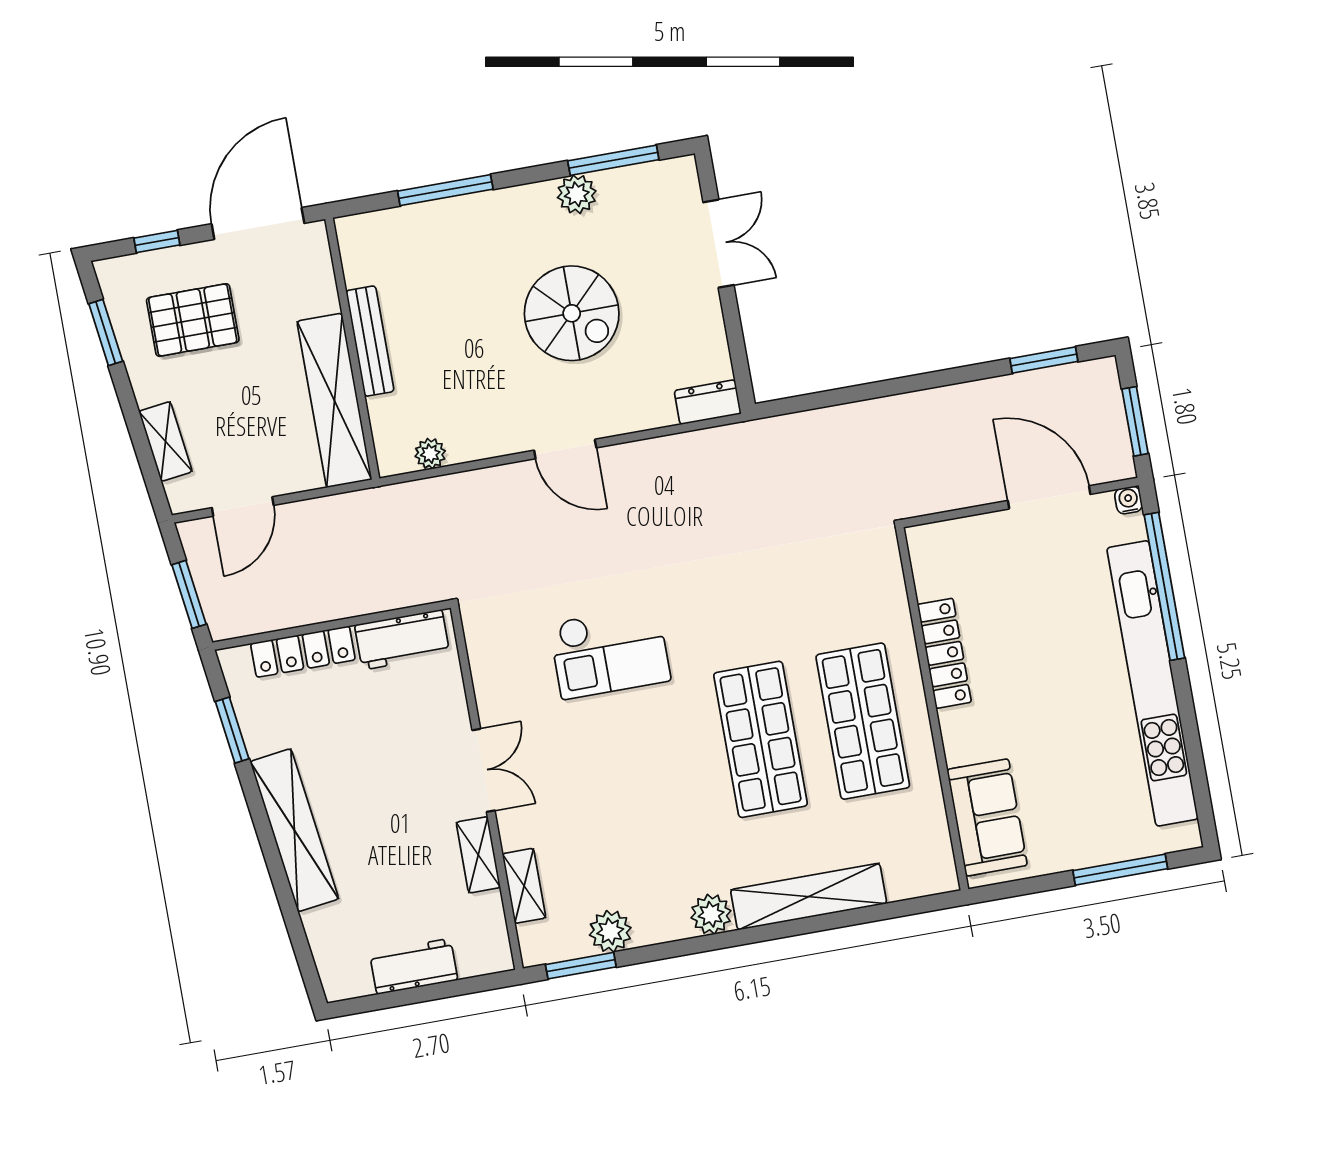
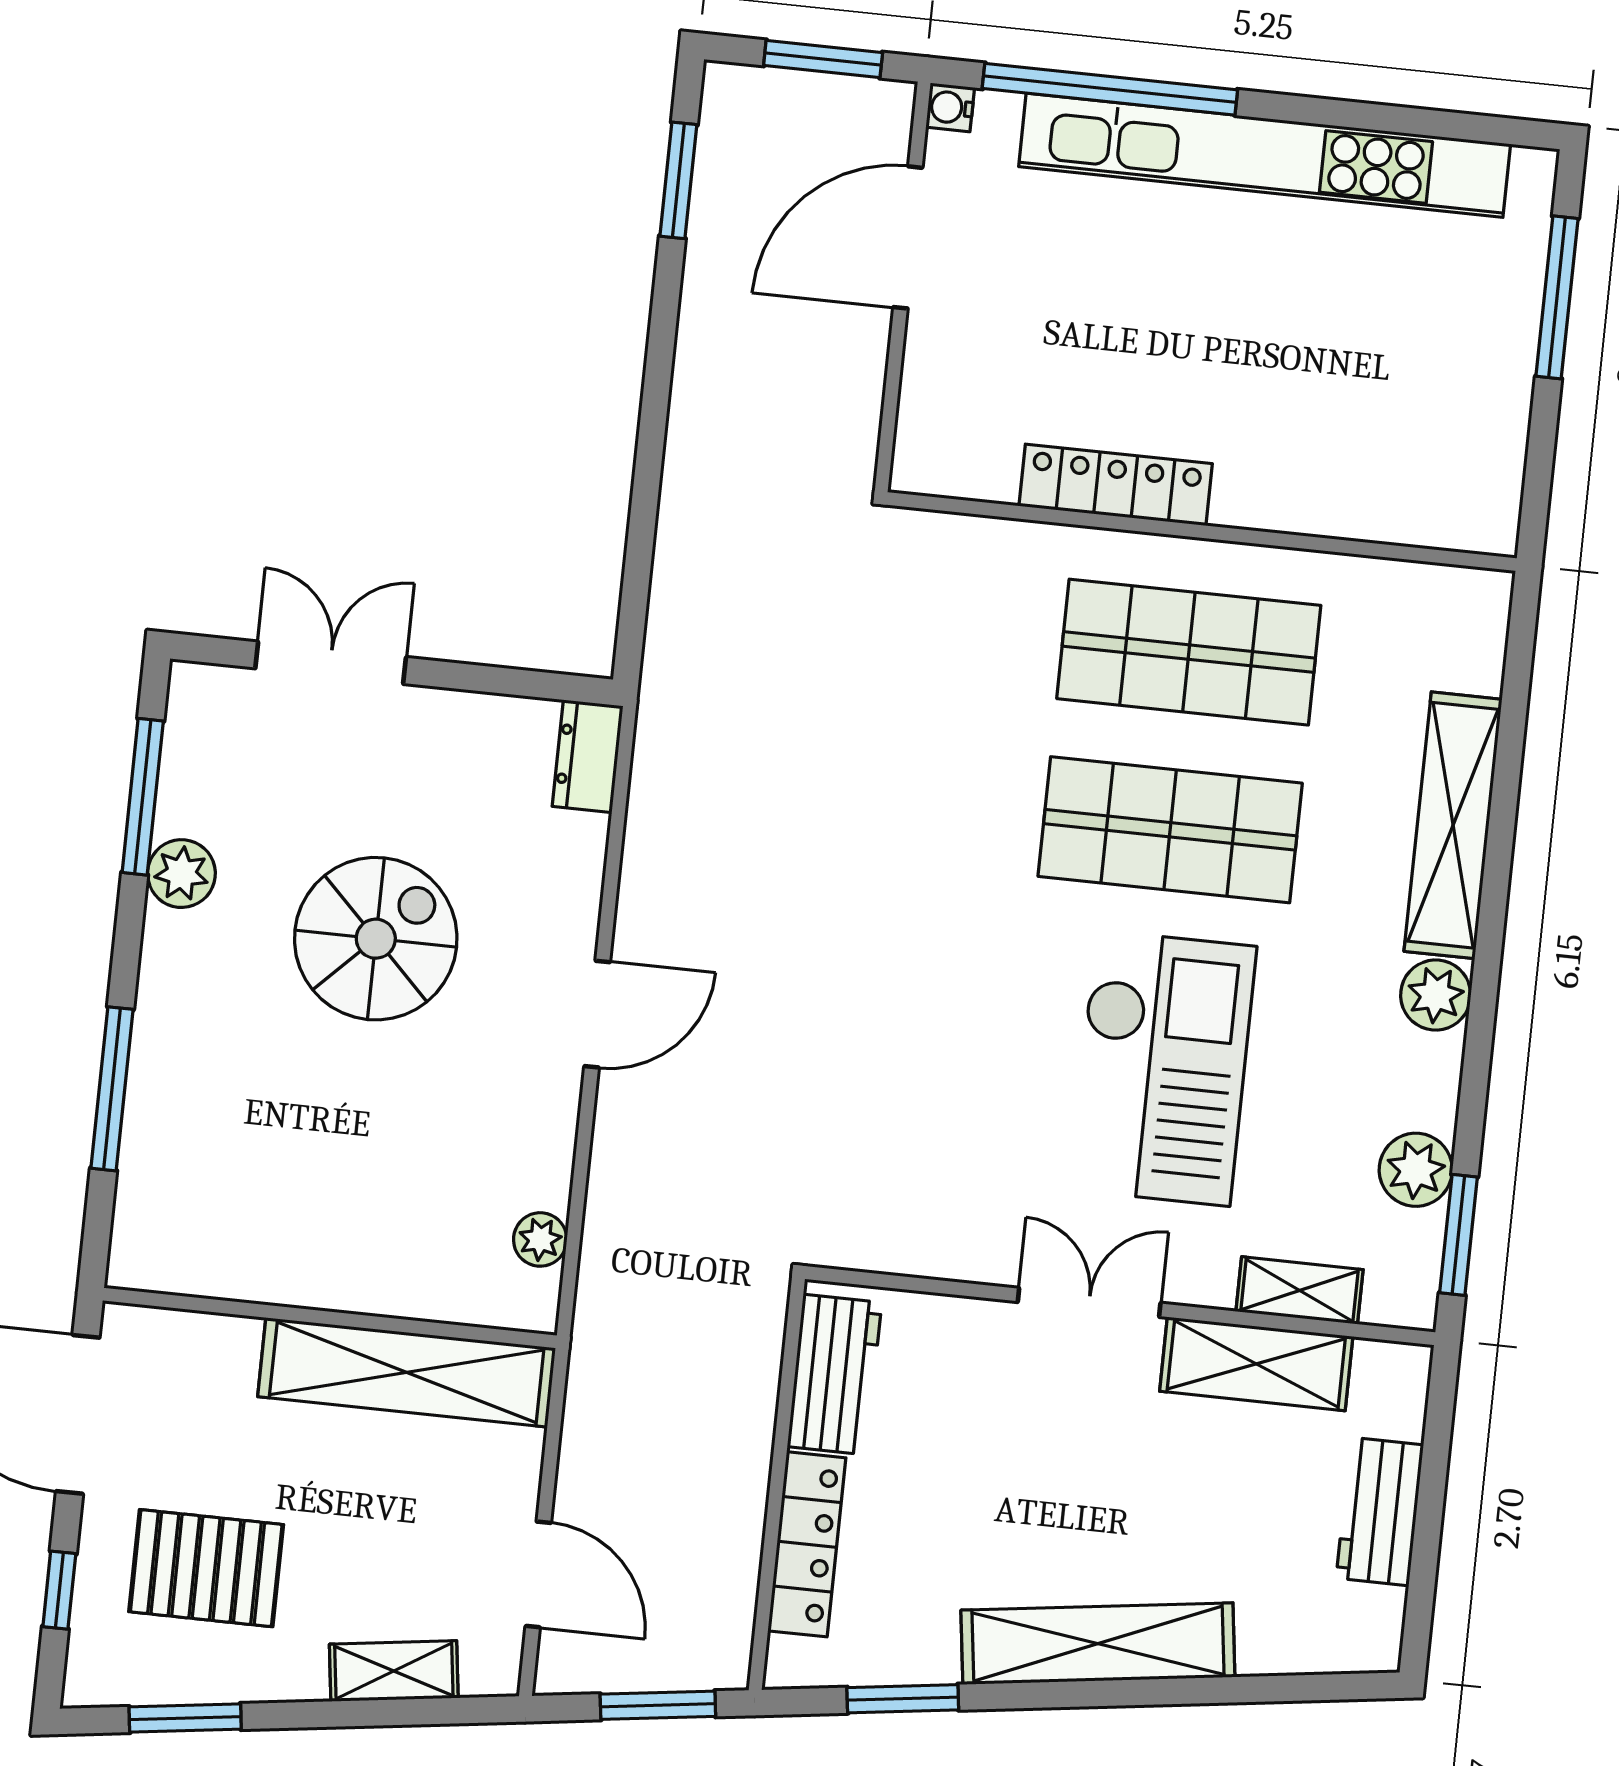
pallet: (193, 320) -> (206, 1568), turned 90
bench: (370, 341) -> (325, 1285), removed
checkout: (610, 652) -> (1162, 1068), moved, width x1.36, depth x1.21
sofa: (987, 817) -> (1407, 493), removed
shelving: (478, 855) -> (1256, 1364), width x1.50, depth x1.33

